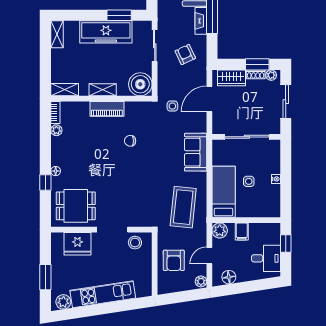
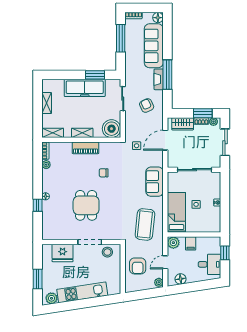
shelving: (57, 34) -> (47, 103), moved
dining table: (76, 206) -> (86, 205), moved, turned 90

